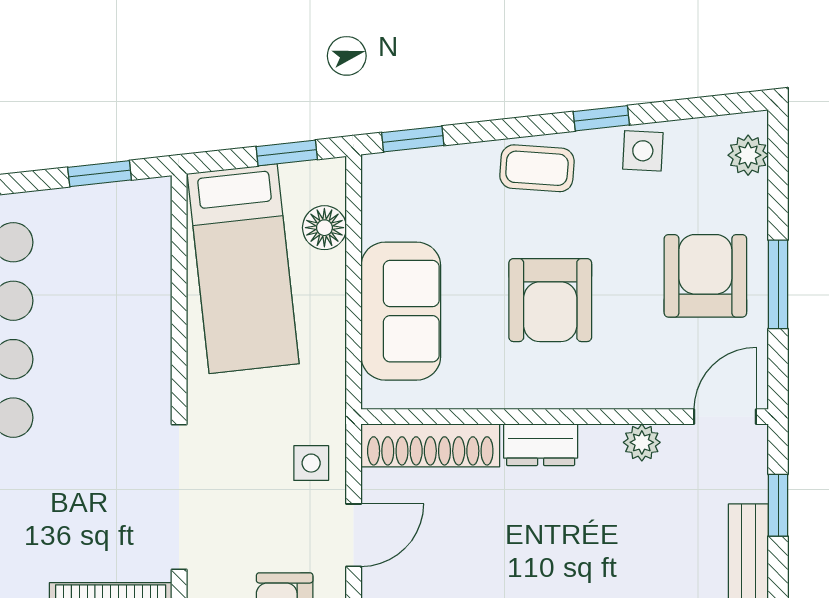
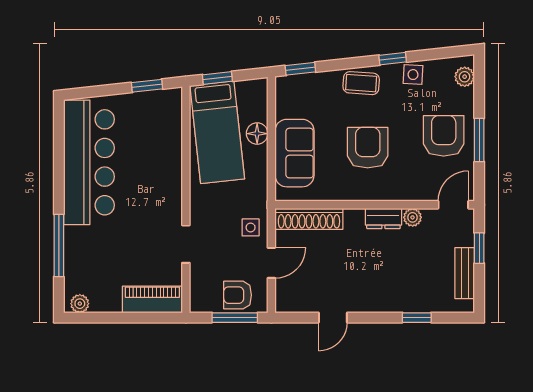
window: (287, 153) -> (217, 78), moved
floor lamp: (324, 228) -> (257, 134), moved
armchair: (550, 300) -> (368, 148), turned 180
dresser: (541, 445) -> (383, 219), moved
doorway: (179, 497) -> (186, 244), width x0.53

